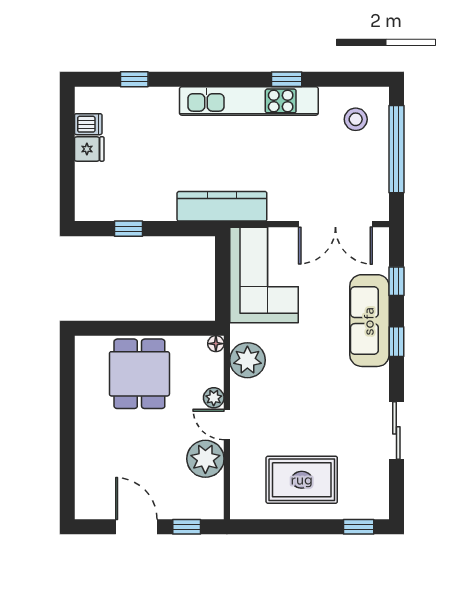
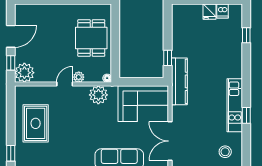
kitchen unit: (249, 101) -> (235, 105), width x0.73
window: (128, 229) -> (168, 58), moved
dining table: (139, 374) -> (91, 38), turned 90
plant: (205, 459) -> (24, 73), moved

